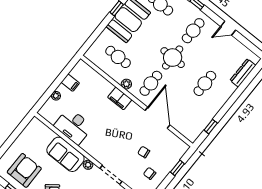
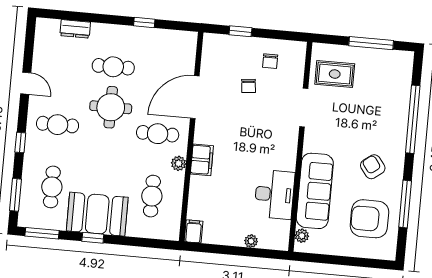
round table: (173, 58) -> (111, 107), moved
dresser: (243, 73) -> (75, 29), width x0.70
filing cabinet: (70, 83) -> (194, 231), moved
window: (211, 127) -> (144, 22), moved
sofa: (65, 154) -> (315, 191), width x1.36
plant: (88, 165) -> (302, 236), moved

